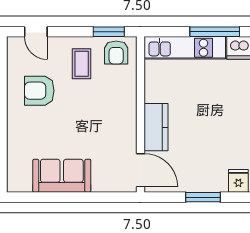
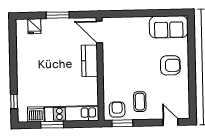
window: (215, 32) -> (52, 125), width x0.69
armchair: (39, 91) -> (170, 65), moved
sofa: (62, 176) -> (169, 27), moved

